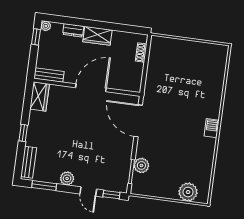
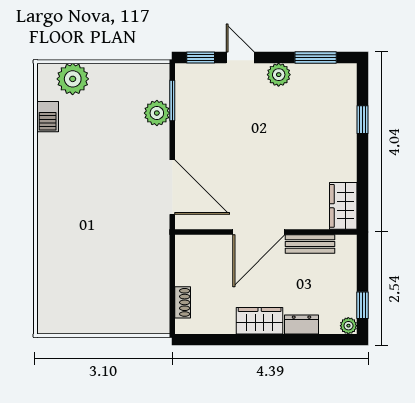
bench: (49, 75) -> (310, 244), moved
barbecue: (212, 128) -> (48, 117), moved
window: (23, 133) -> (362, 120), moved
bench: (29, 162) -> (347, 93), removed

